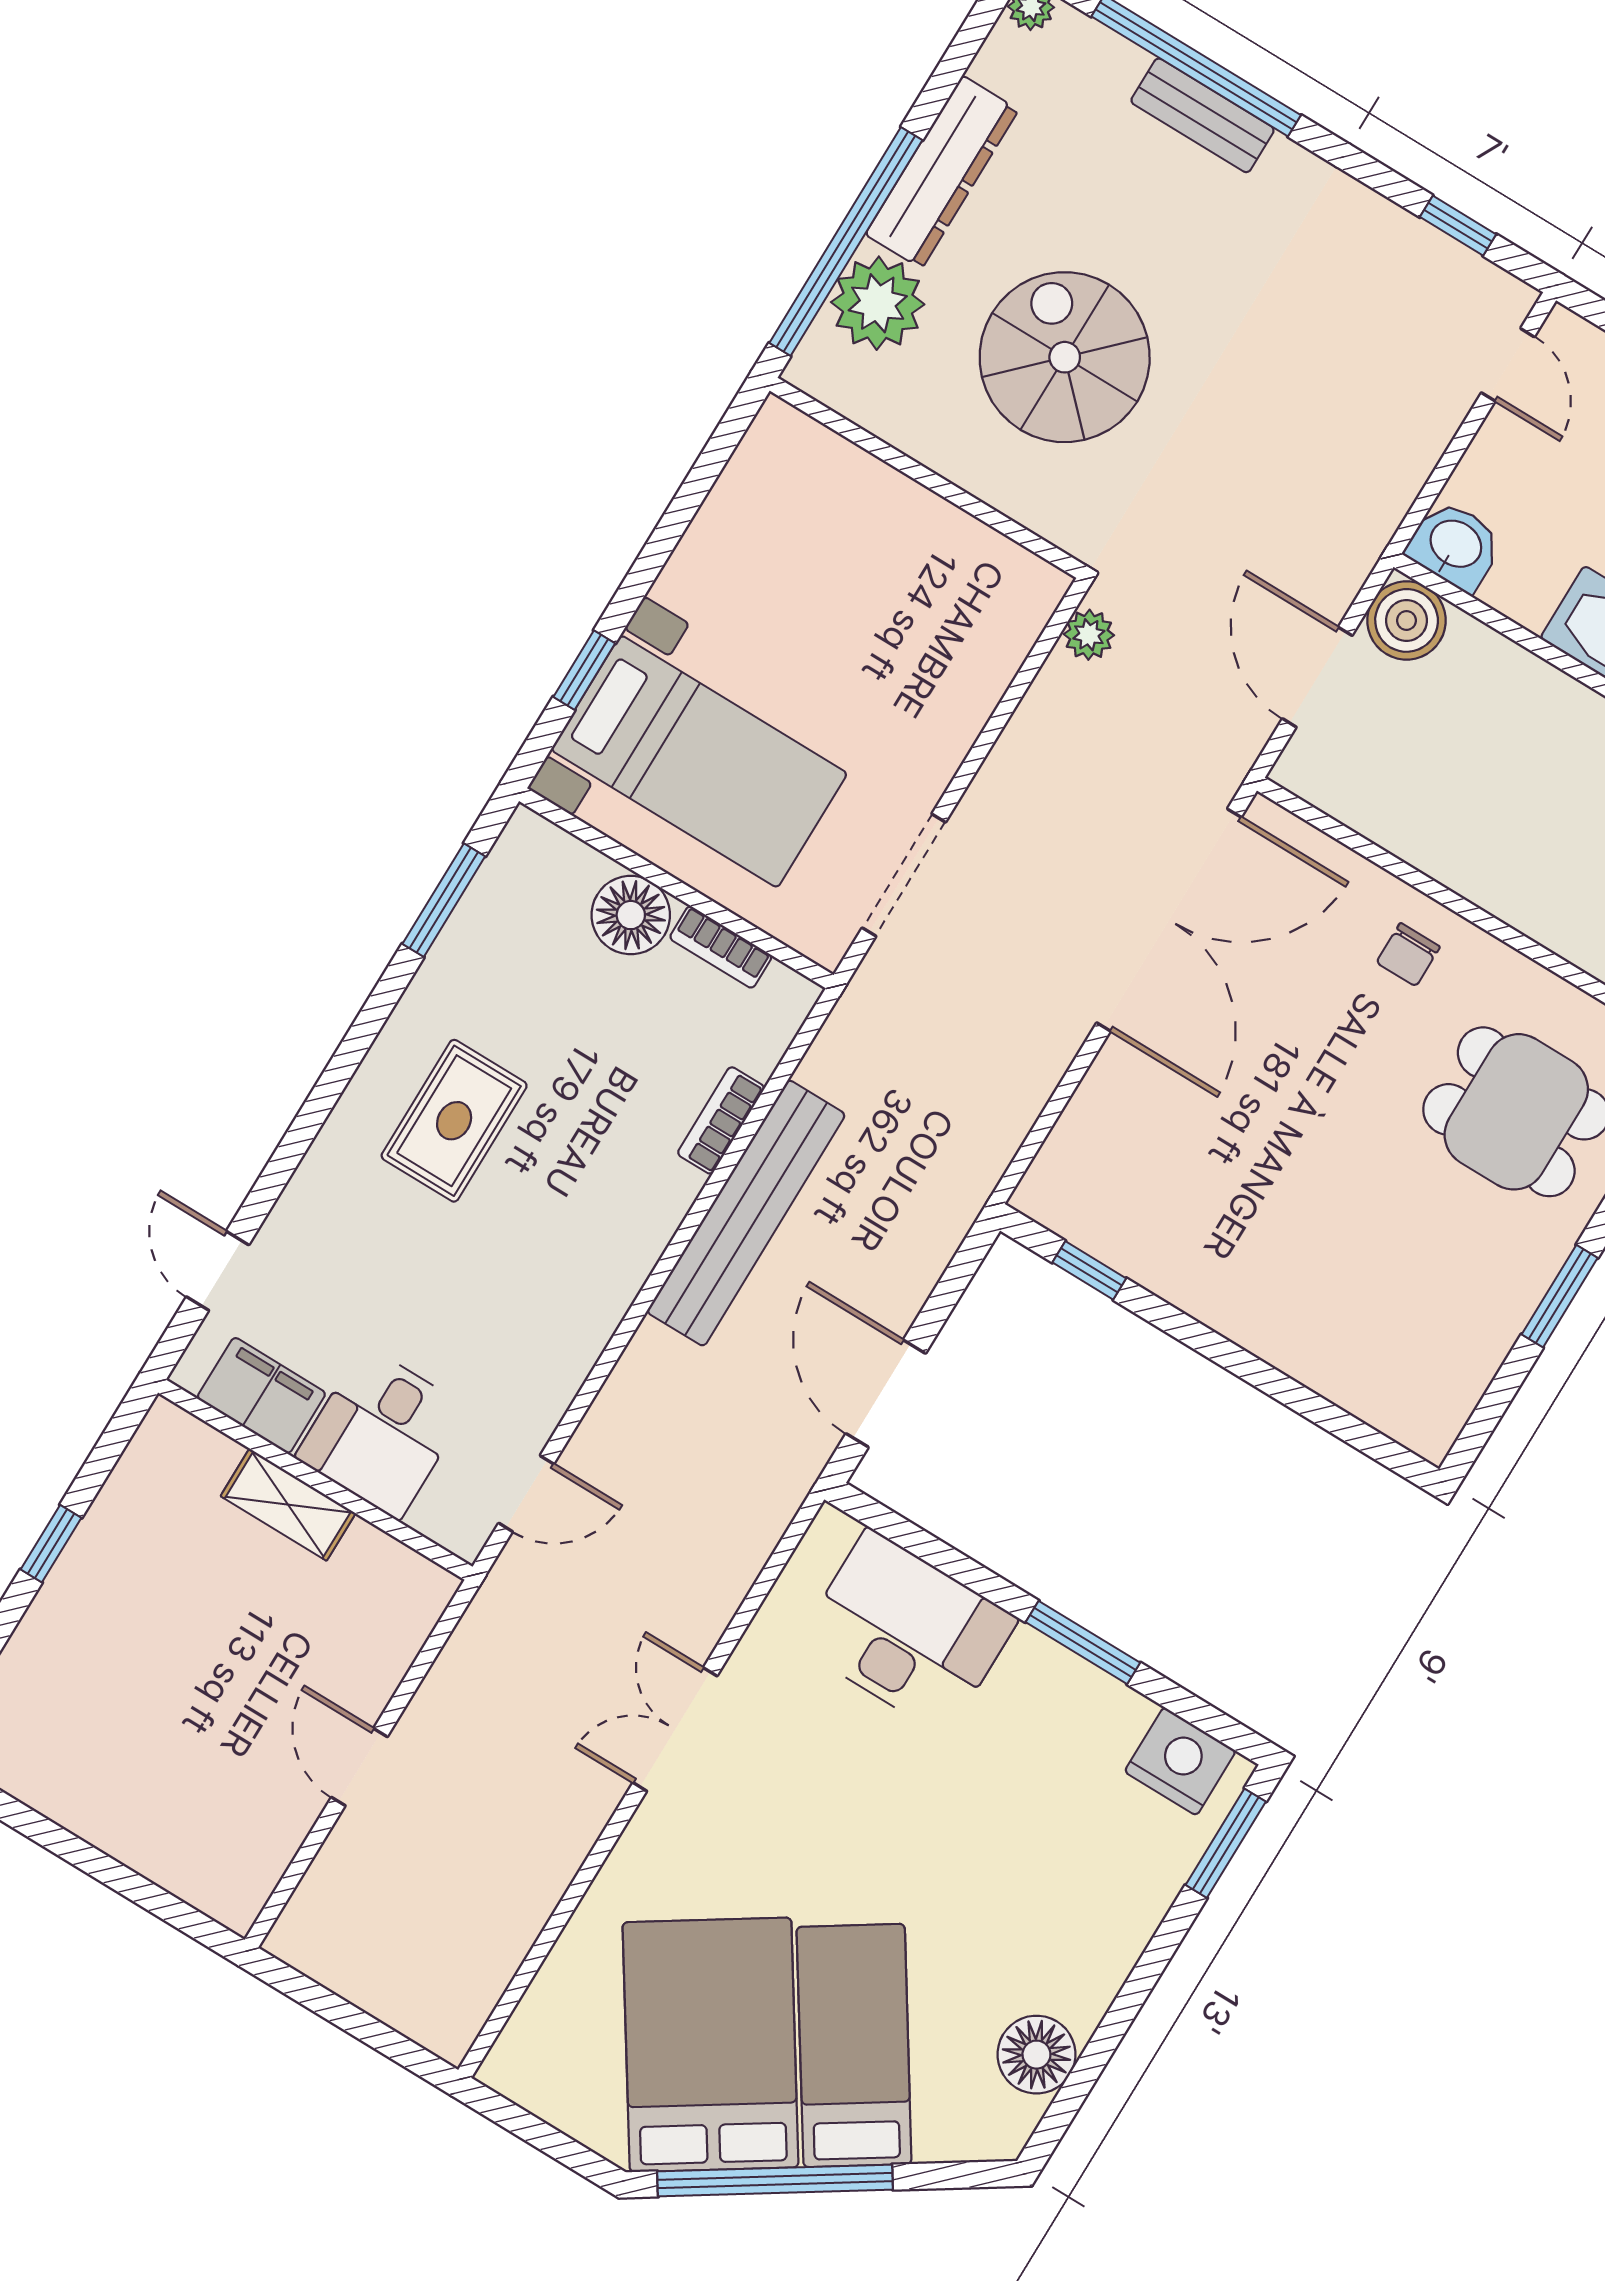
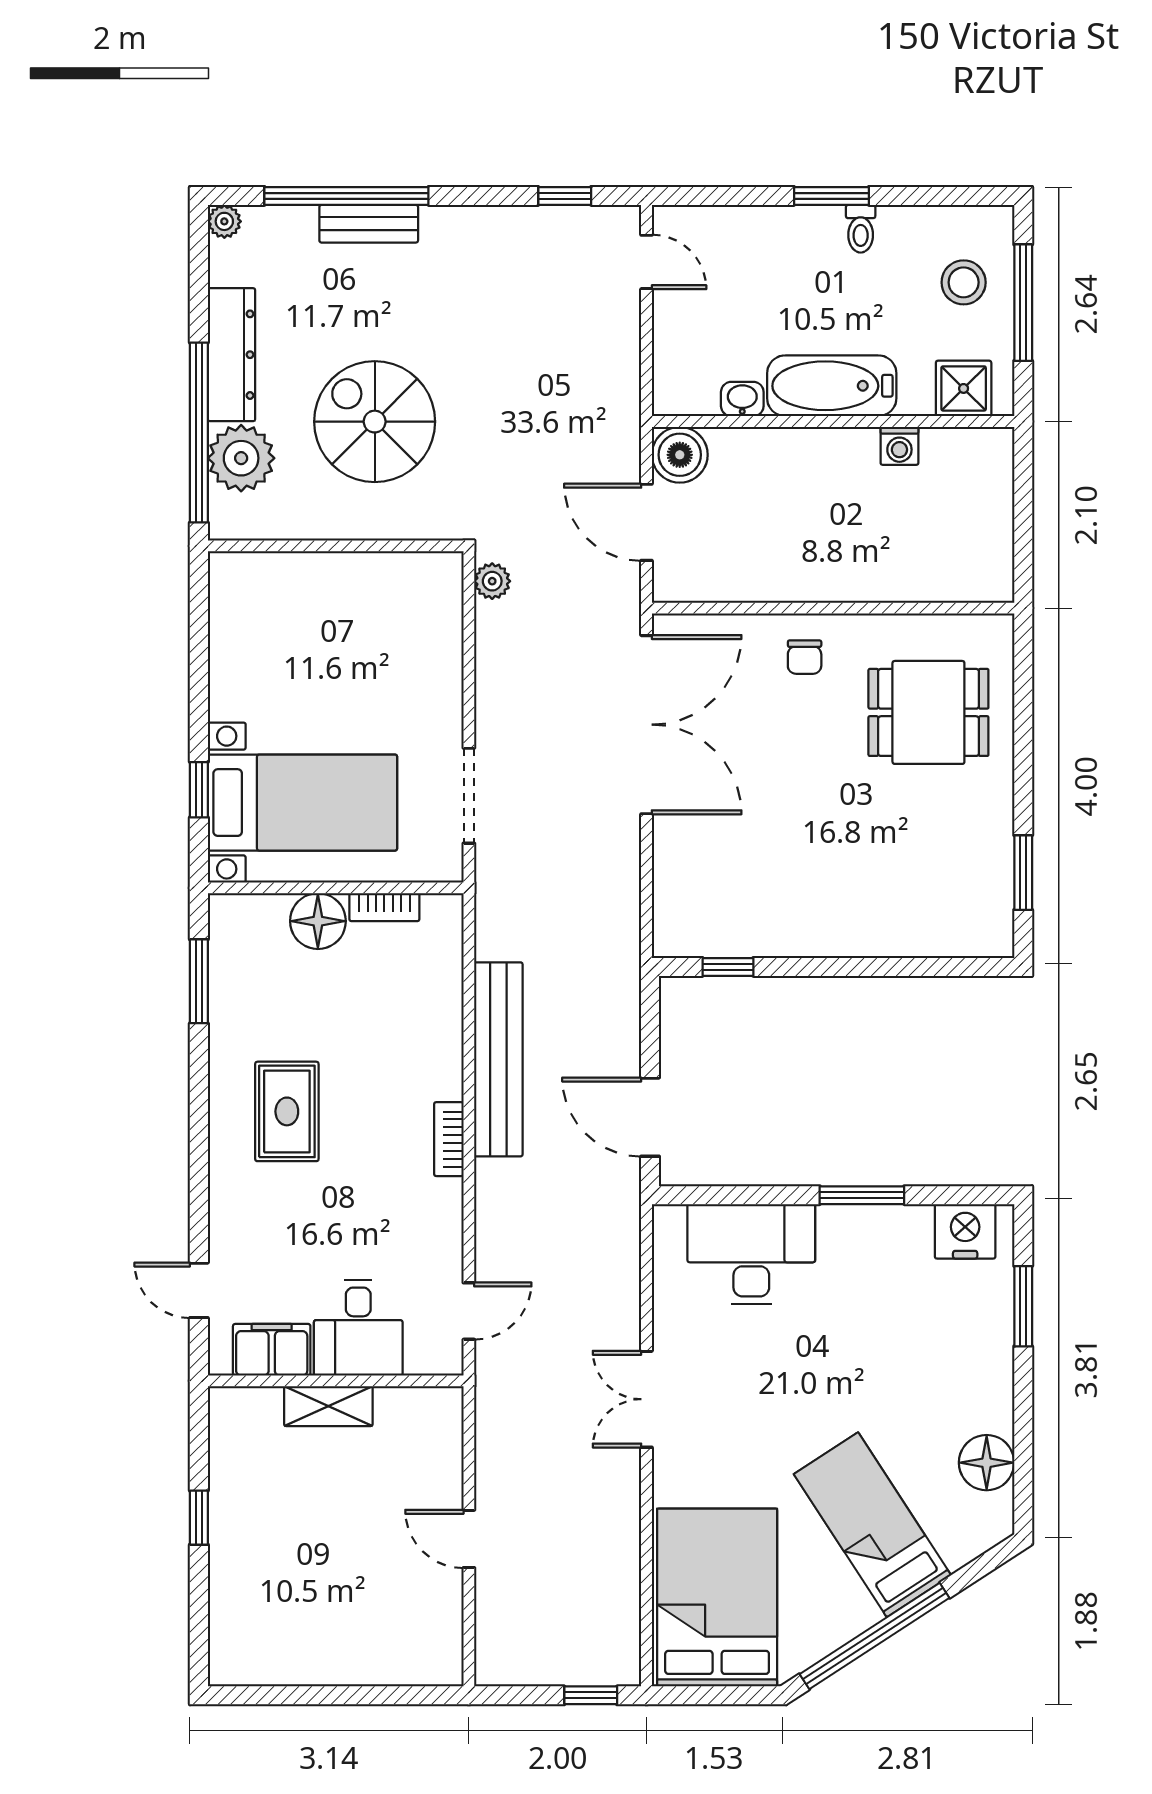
washbasin: (1455, 545) -> (742, 399), moved, width x0.72, depth x0.69
bookcase: (721, 1120) -> (449, 1139), moved
window: (1560, 1296) -> (1023, 873), moved
window: (1226, 1843) -> (1023, 1306), moved
window: (391, 2044) -> (591, 1695), added
bed: (711, 2045) -> (717, 1597), moved, turned 33

